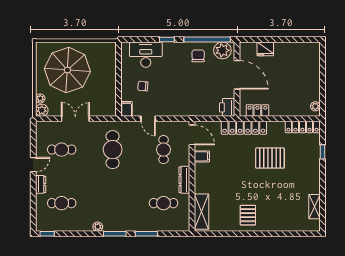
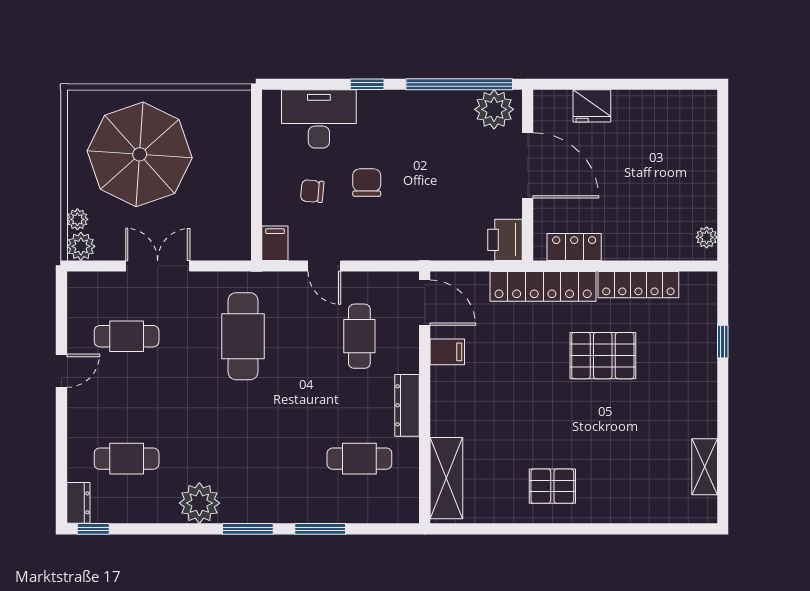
chair: (198, 56) -> (367, 183), moved
locker: (302, 127) -> (638, 285), moved
dresser: (41, 184) -> (78, 503), moved
pallet: (248, 215) -> (552, 486), turned 90
plant: (98, 227) -> (199, 503), width x1.87, depth x1.87

